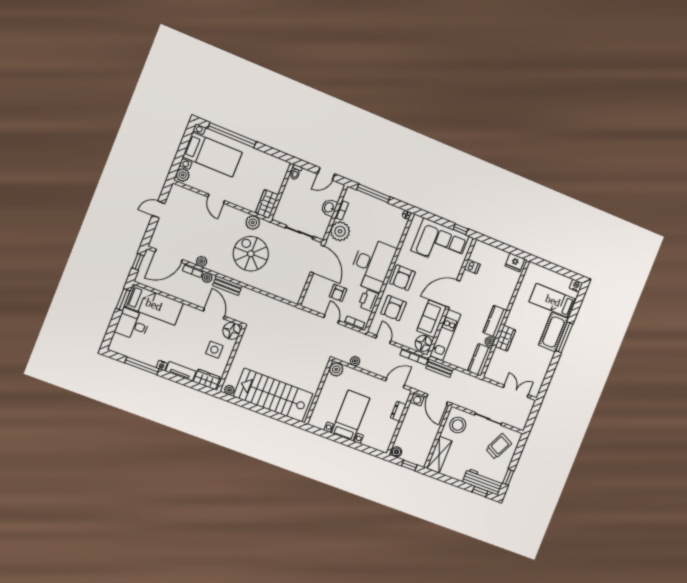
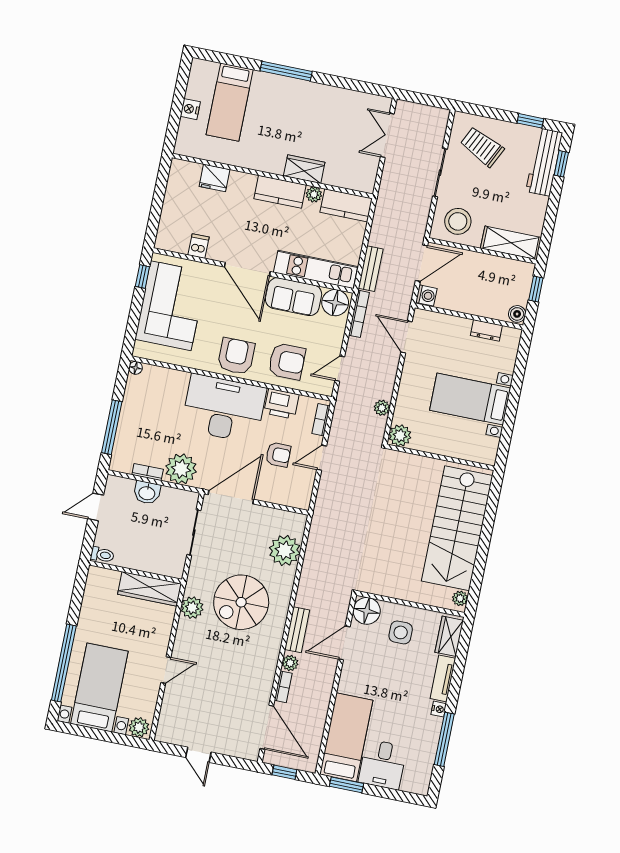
door: (326, 174) -> (96, 507), swing flipped
wardrobe: (267, 204) -> (150, 589), width x1.50
plant: (202, 261) -> (285, 550), moved, width x1.88, depth x1.88
fridge: (515, 262) -> (215, 178), moved, turned 90
armchair: (402, 278) -> (236, 356), turned -90
nightstand: (576, 286) -> (190, 109), moved
cot: (553, 332) -> (280, 91), removed
dresser: (398, 411) -> (486, 330), moved

